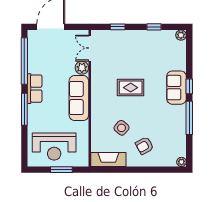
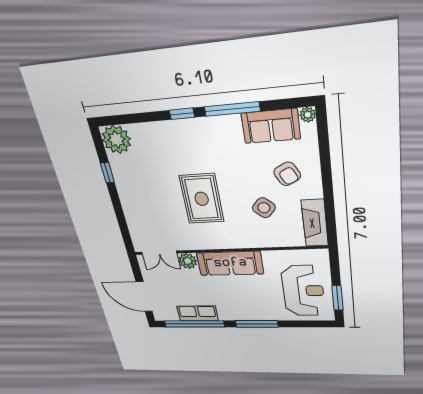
window: (118, 27) -> (121, 220), removed
plant: (181, 35) -> (116, 140), width x1.87, depth x1.87
rug: (131, 88) -> (202, 199), width x1.36, depth x1.43
sofa: (176, 88) -> (271, 126), moved
row of seats: (35, 89) -> (198, 313), moved
window: (61, 170) -> (338, 298), moved

